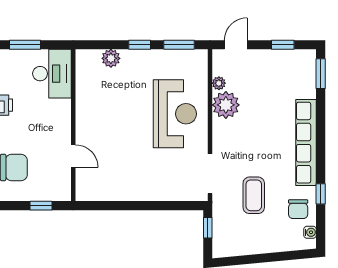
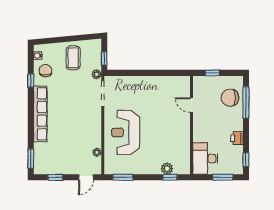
window: (140, 45) -> (170, 177), moved
plant: (226, 105) -> (97, 74), moved, width x0.53, depth x0.53
coffee table: (254, 195) -> (73, 58), moved

